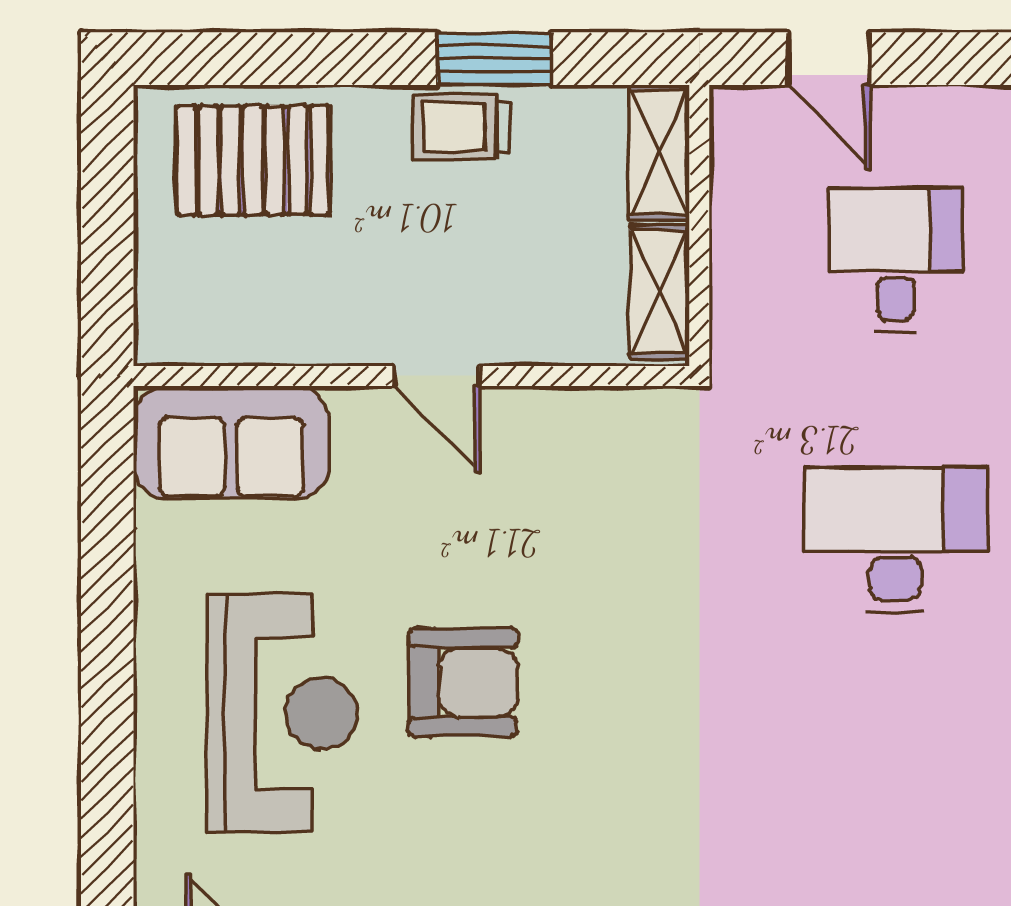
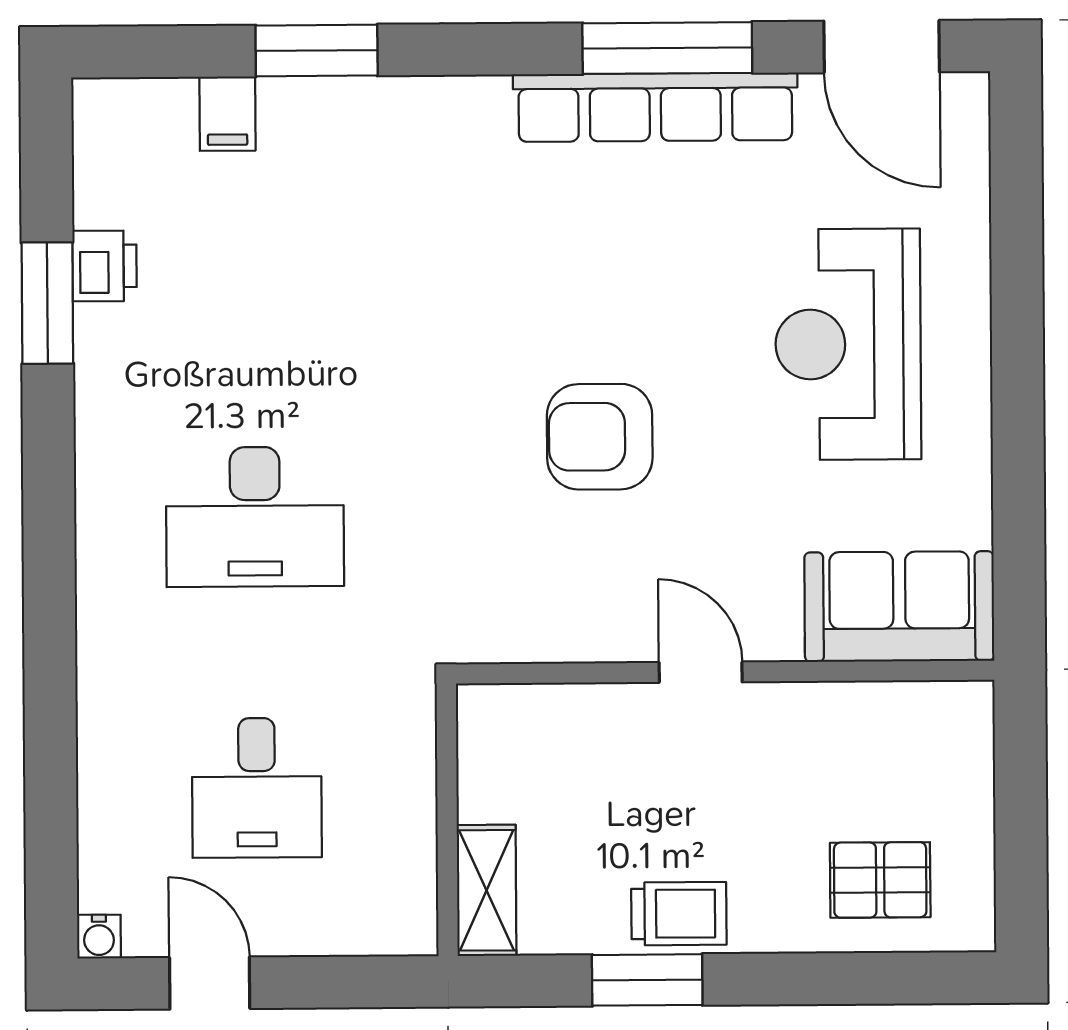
door: (829, 59) -> (210, 983), moved
pallet: (253, 160) -> (880, 880), width x0.67, depth x0.71
shelving: (660, 292) -> (485, 755), removed
armchair: (463, 682) -> (600, 437), moved

